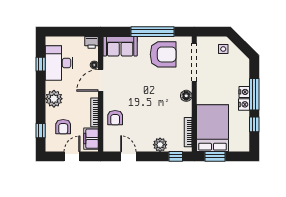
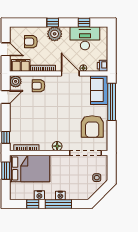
window: (152, 32) -> (112, 102), moved
nightstand: (244, 104) -> (39, 195), moved
window: (41, 131) -> (53, 23), moved
plant: (160, 145) -> (16, 81), moved

